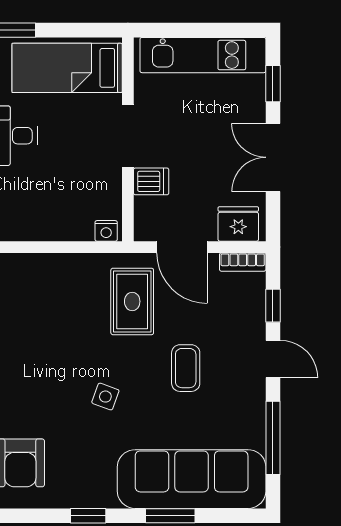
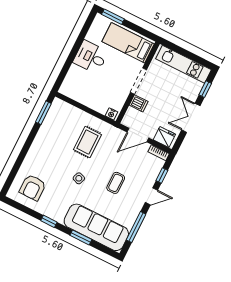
door: (182, 247) -> (138, 135), hinge flipped
rug: (132, 301) -> (87, 142), moved
door: (273, 359) -> (151, 196), hinge flipped

